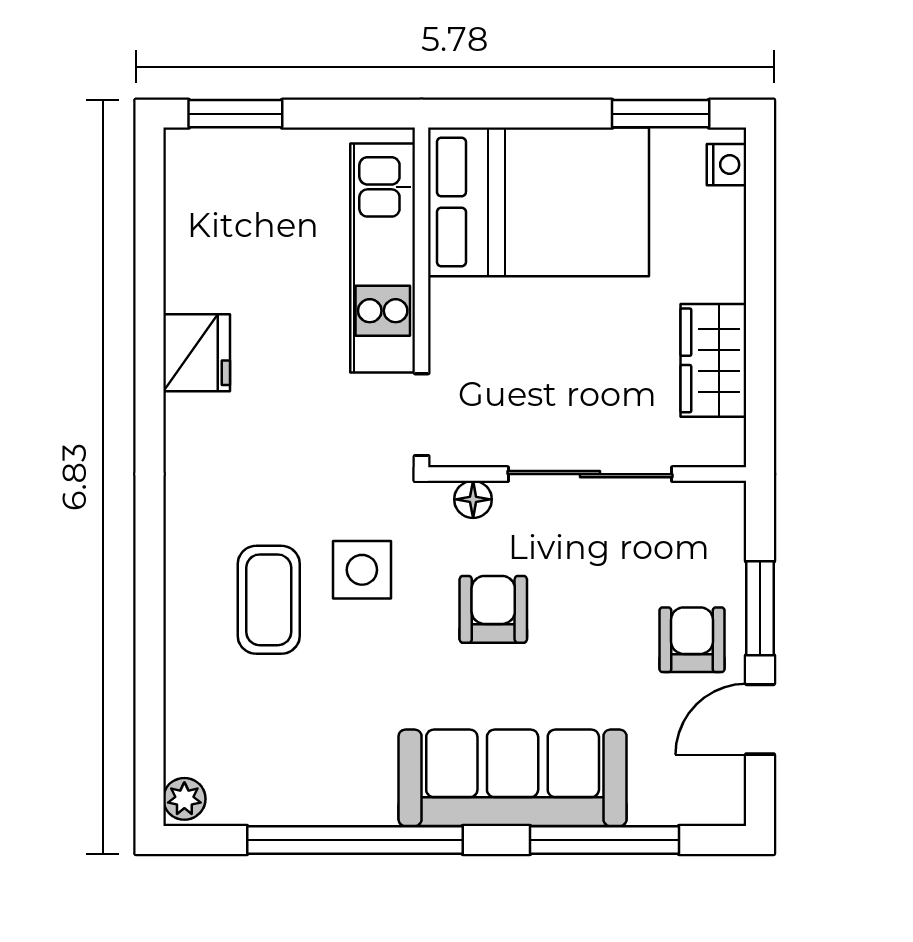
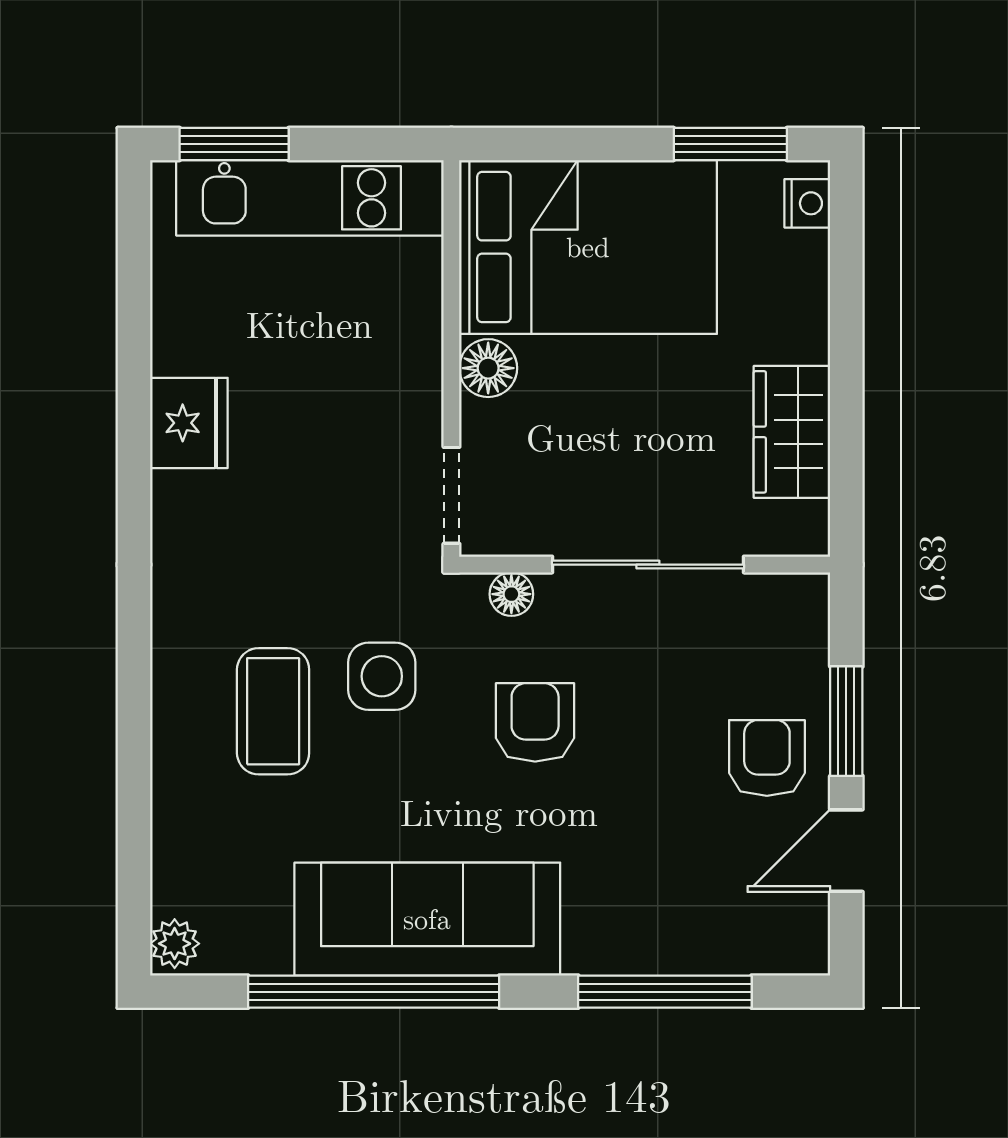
kitchen unit: (383, 258) -> (310, 198), moved, turned -90
floor lamp: (453, 306) -> (488, 368), added
sofa: (513, 778) -> (427, 919), moved

